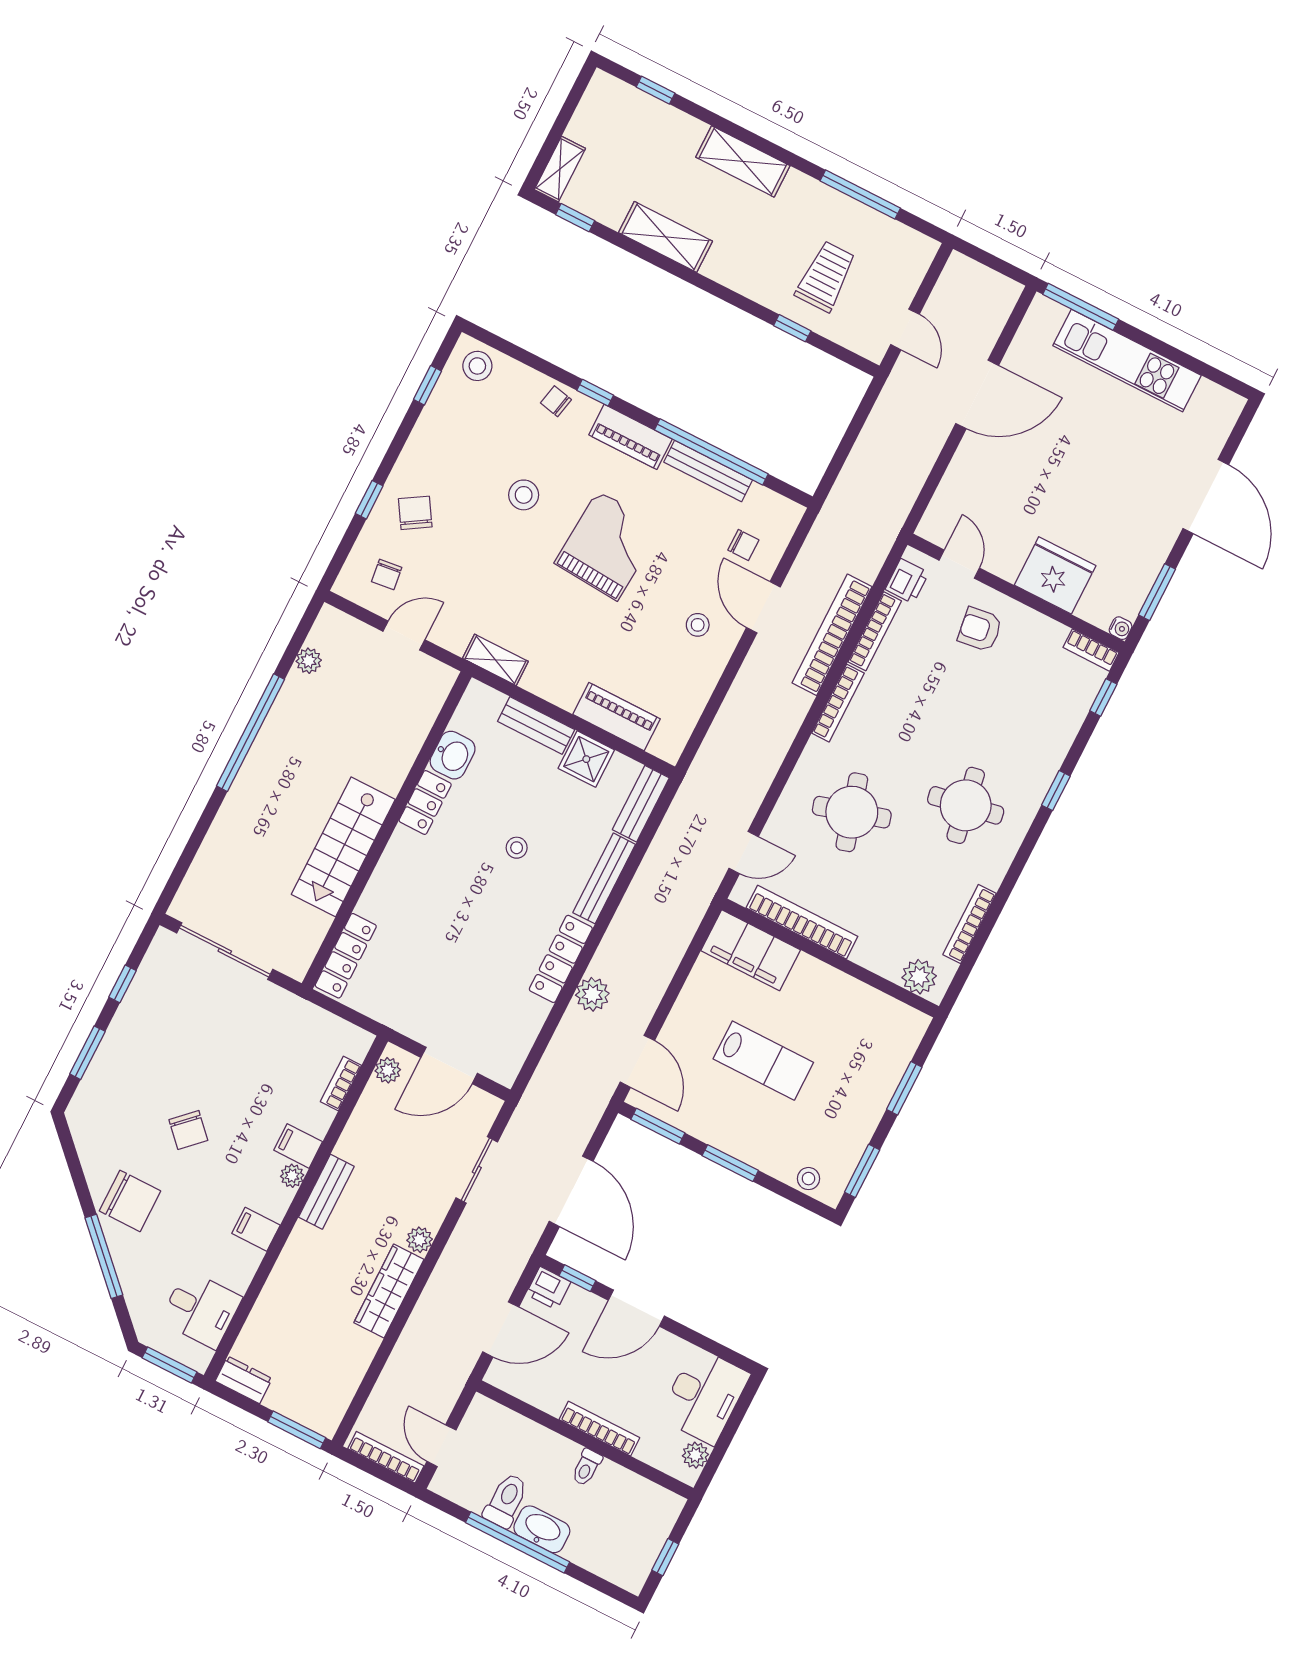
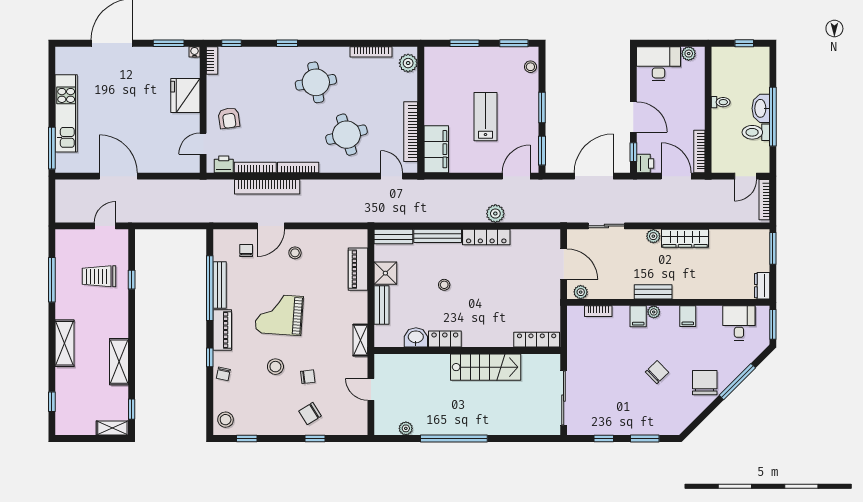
chair: (387, 574) -> (308, 377), moved
bookcase: (599, 1429) -> (699, 151), moved

